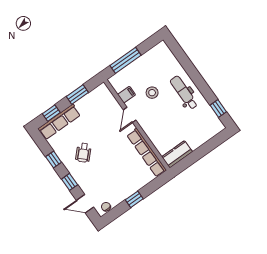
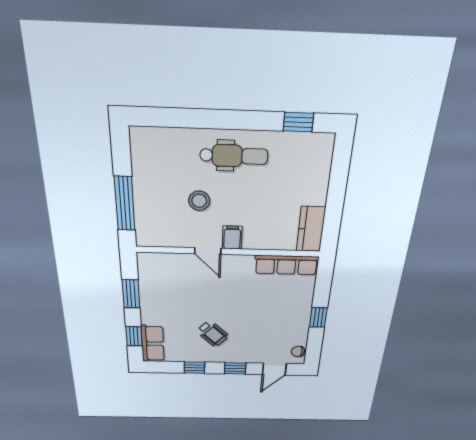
dental chair: (184, 93) -> (234, 156), turned 180
filing cabinet: (126, 95) -> (232, 238), moved
row of seats: (59, 122) -> (153, 344), width x0.68
row of seats: (147, 153) -> (286, 265), width x0.73

